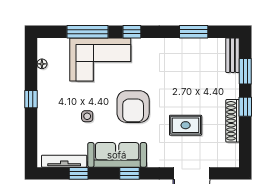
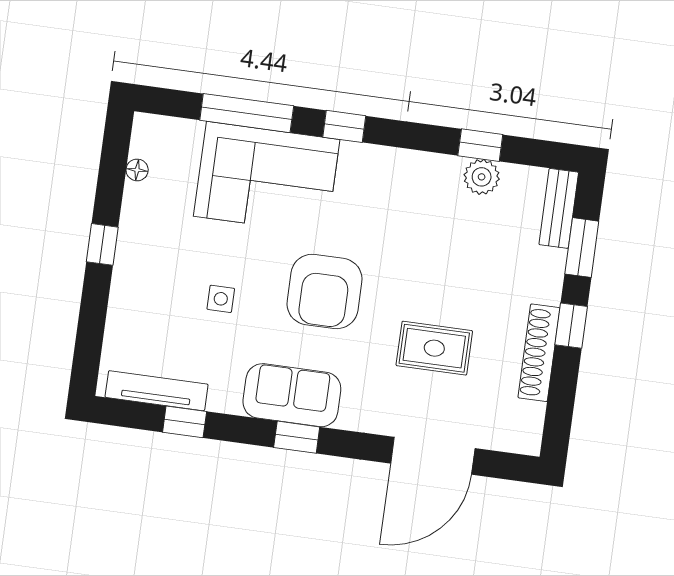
window: (194, 32) -> (480, 145), width x0.67
plant: (196, 46) -> (482, 177), added
sofa: (117, 155) -> (292, 395), width x0.73

